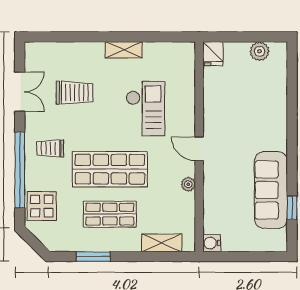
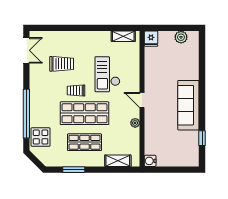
shelving: (124, 50) -> (123, 36), moved
double door: (20, 92) -> (26, 50), moved
checkout: (145, 109) -> (107, 74), turned 180
trolley: (50, 148) -> (76, 90), moved
sofa: (271, 190) -> (188, 105), moved

